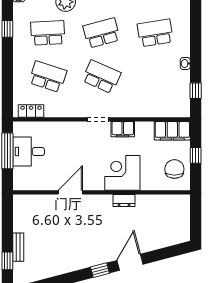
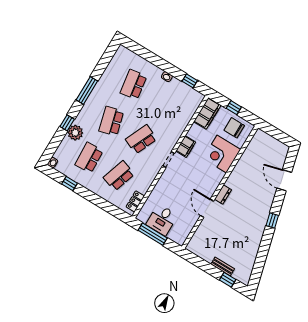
corner desk: (122, 173) -> (222, 154), moved
dresser: (124, 201) -> (223, 195), moved
door: (130, 262) -> (284, 180), moved

